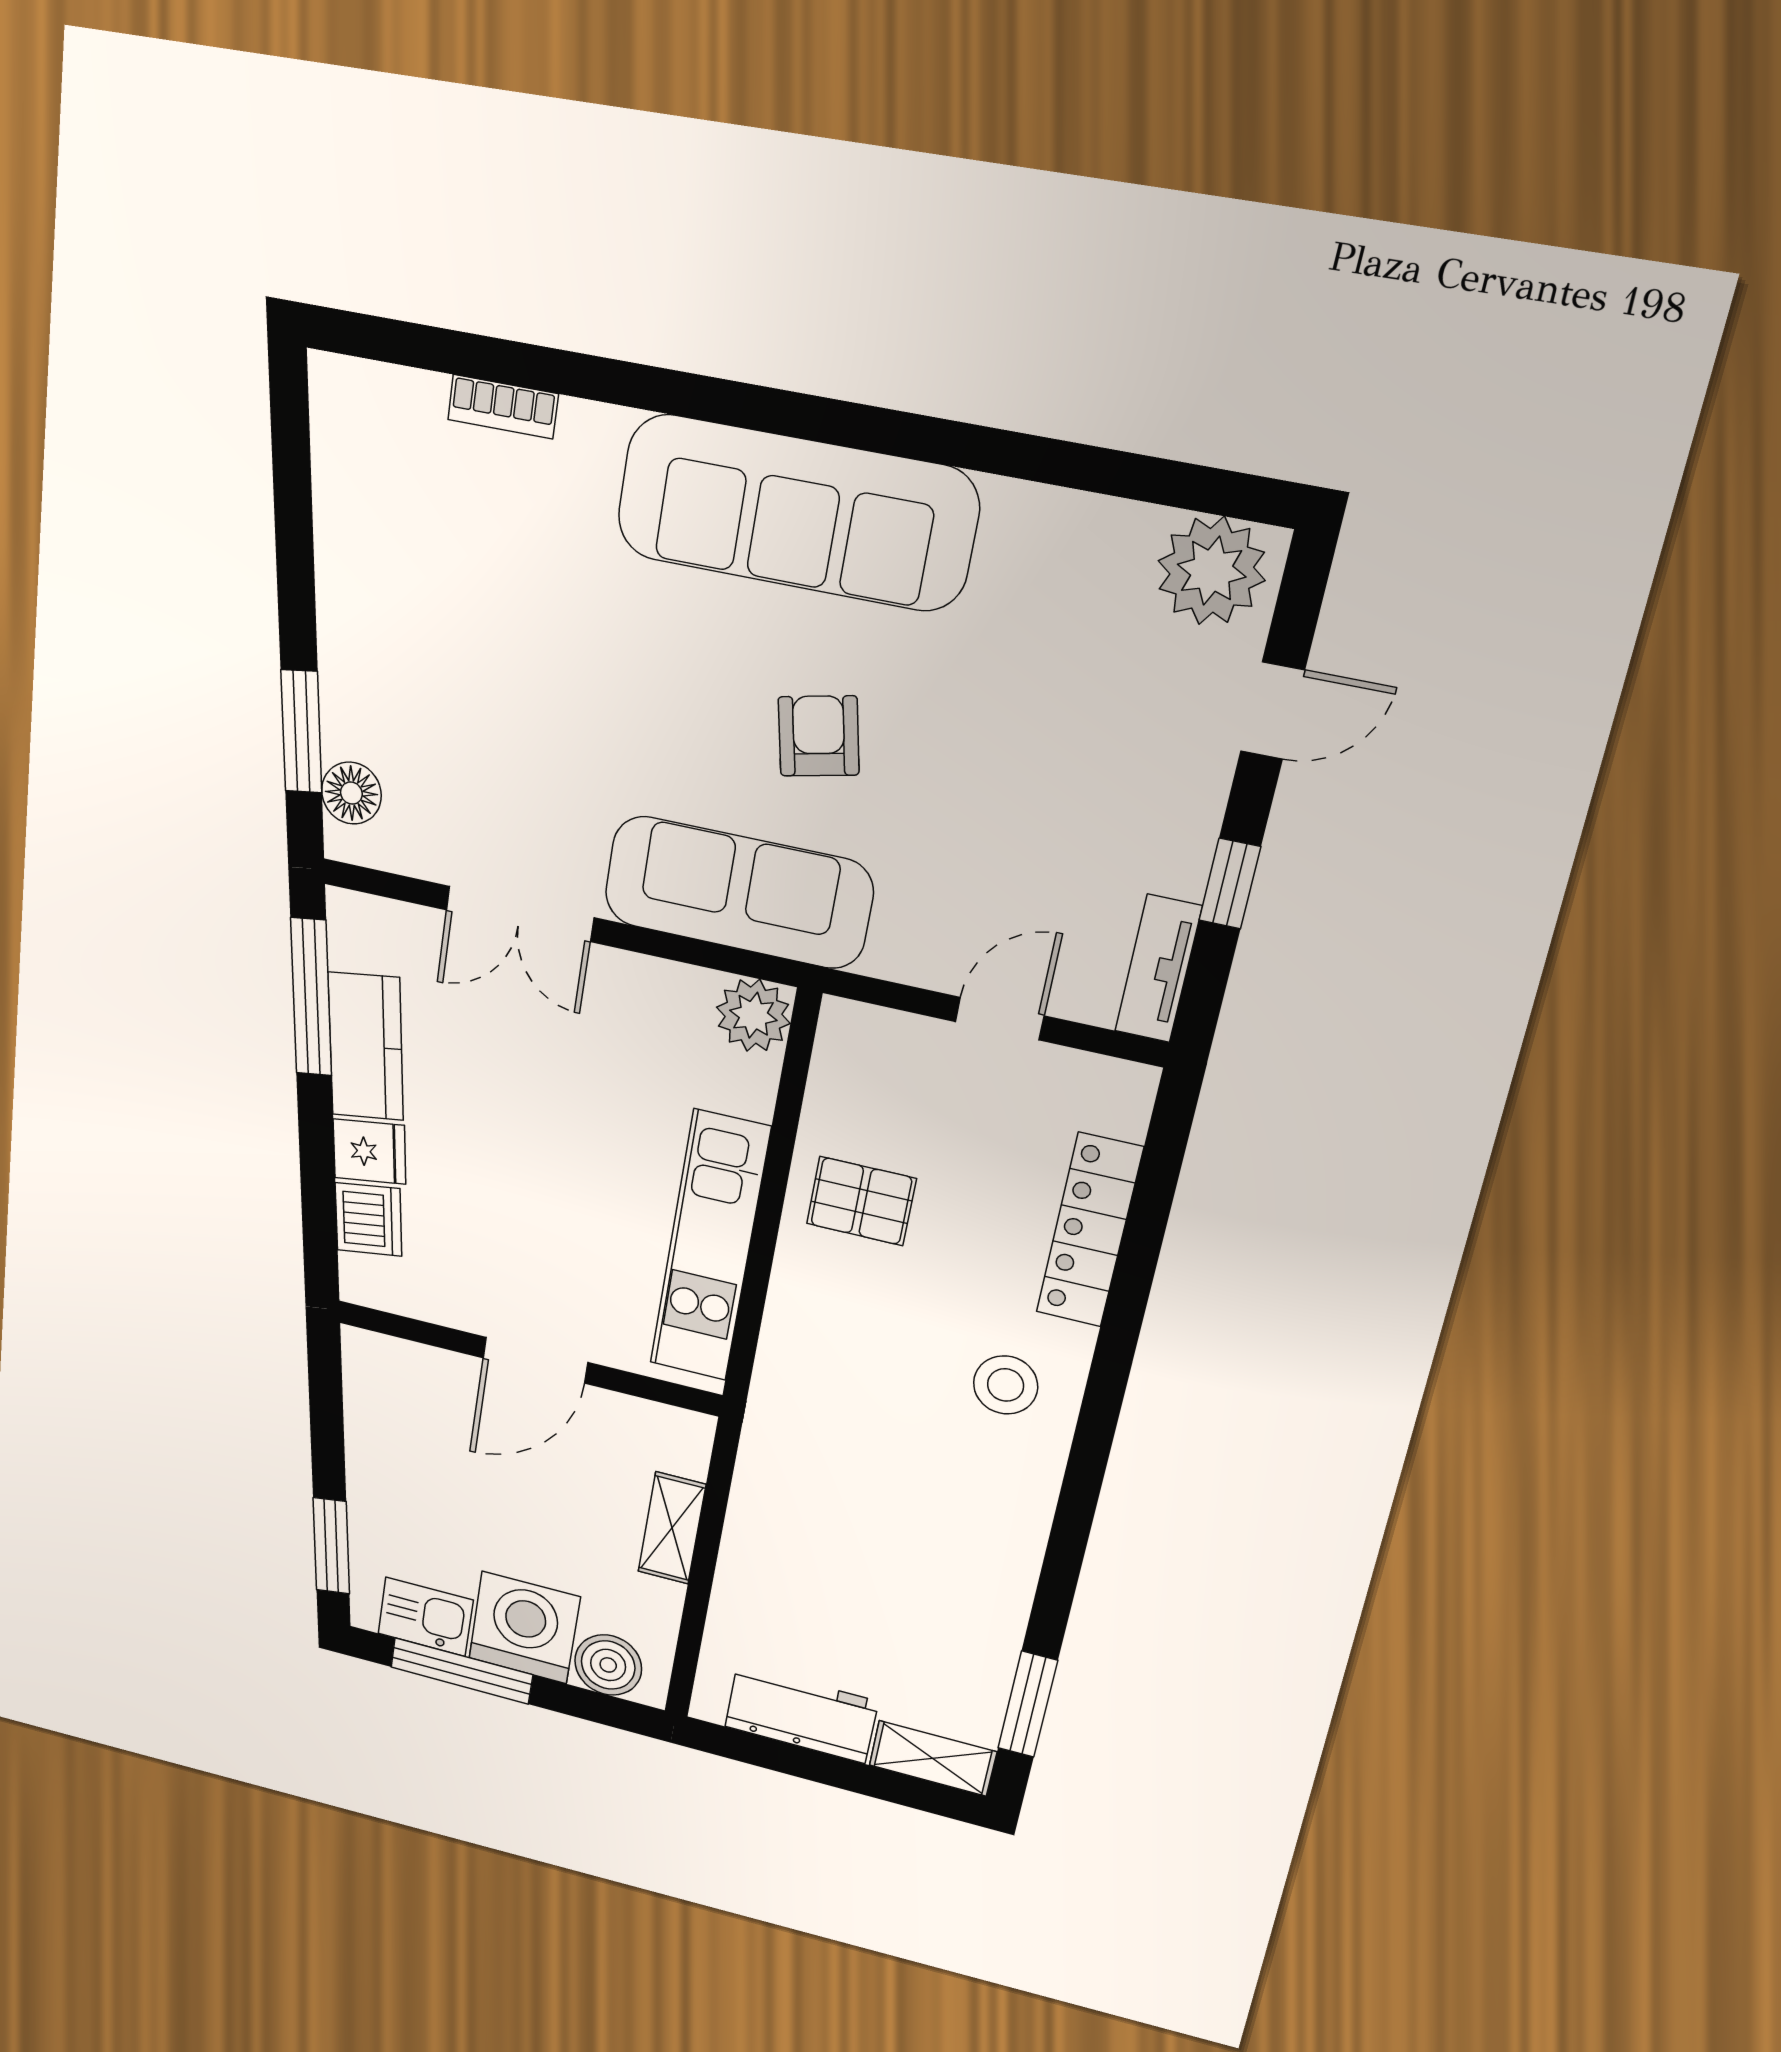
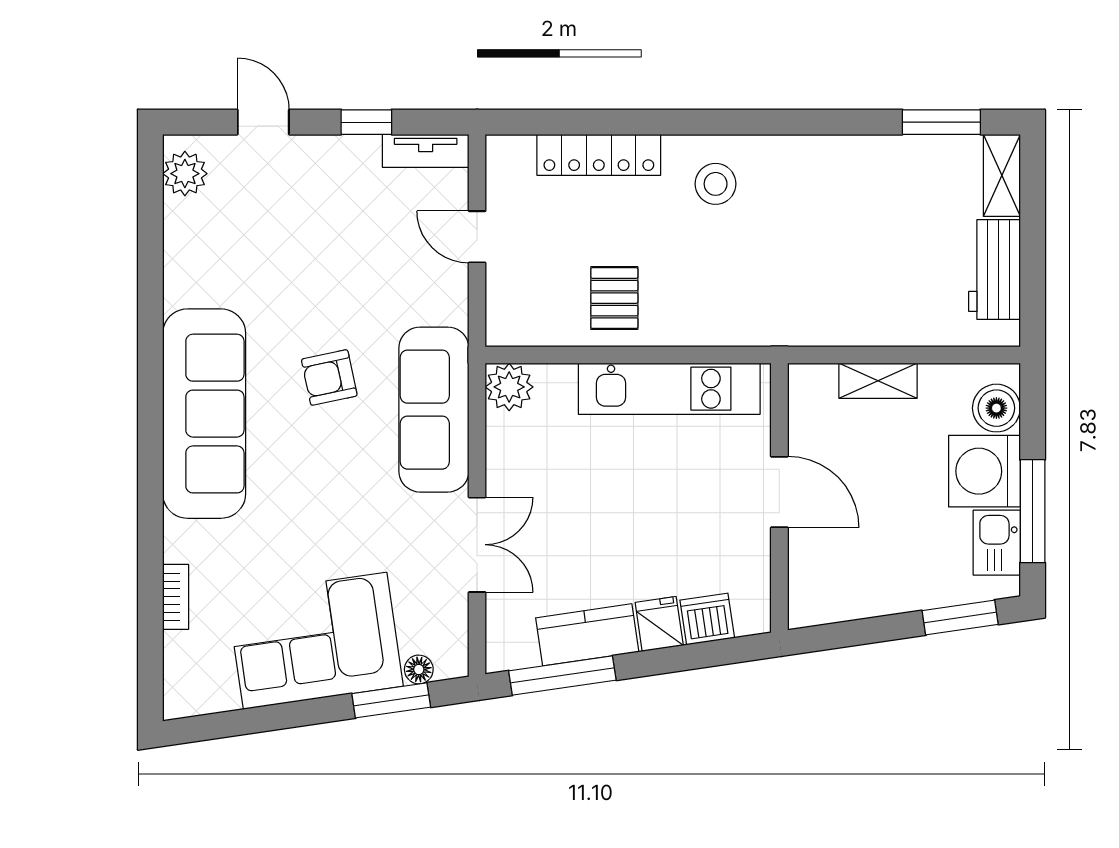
plant: (1212, 571) -> (185, 174), width x0.73, depth x0.73
corner sofa: (405, 629) -> (315, 641), added
floor lamp: (351, 793) -> (419, 669), width x0.73, depth x0.73

